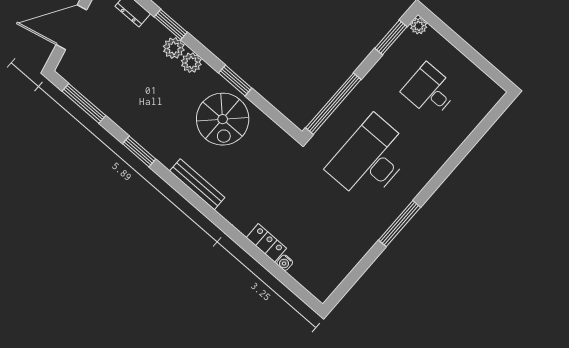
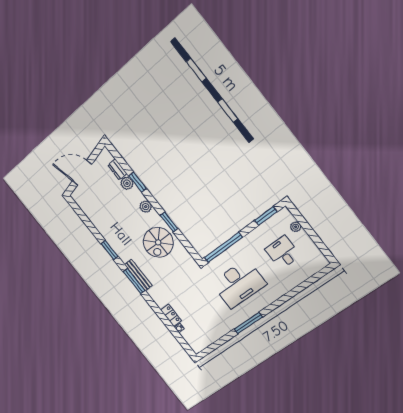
plant: (419, 26) -> (296, 227), moved
plant: (174, 48) -> (127, 183), moved
window: (84, 103) -> (134, 281), moved
desk: (370, 159) -> (239, 284), turned 180

